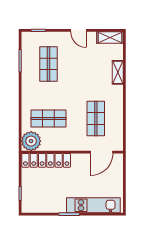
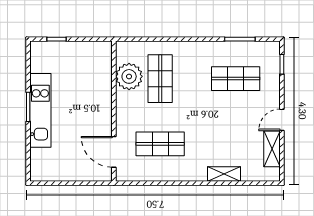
shelving: (110, 38) -> (272, 149), moved
plant: (31, 141) -> (129, 76), moved
locker: (46, 160) -> (102, 75), removed
kitchen unit: (93, 205) -> (40, 110), moved

